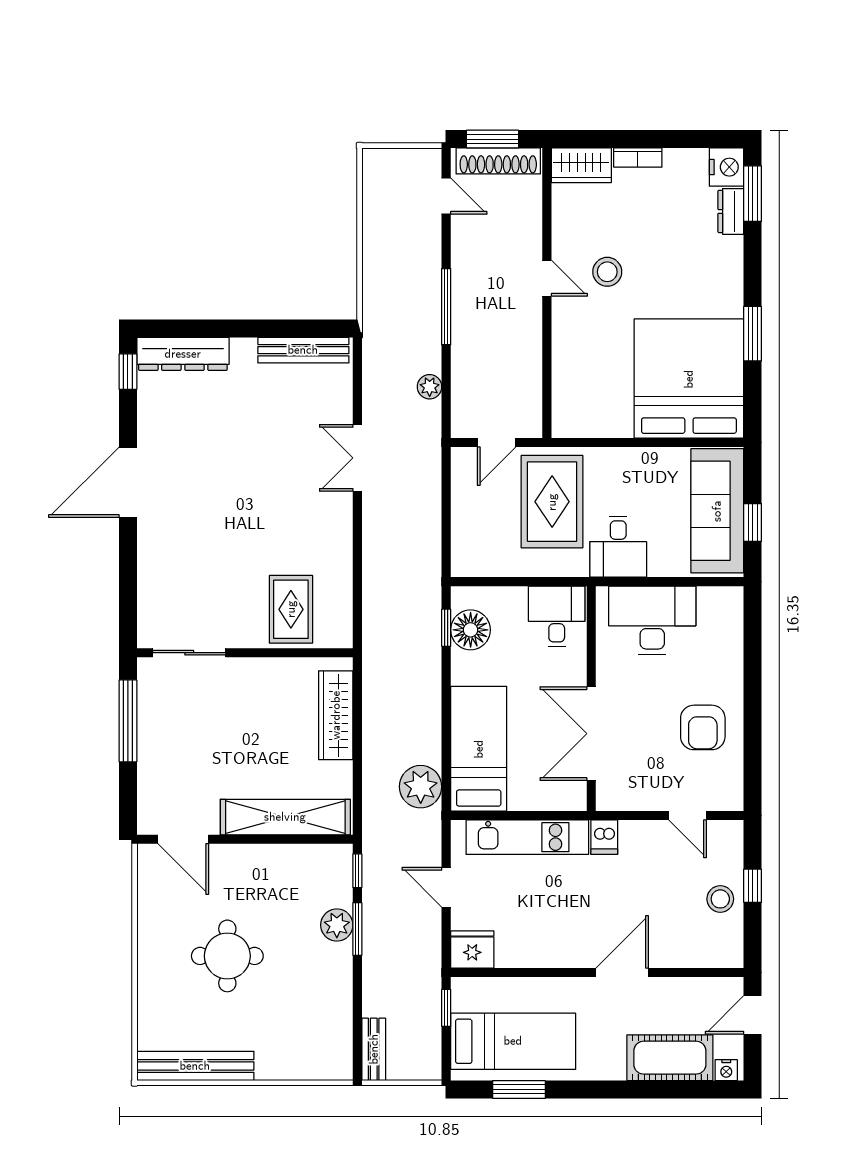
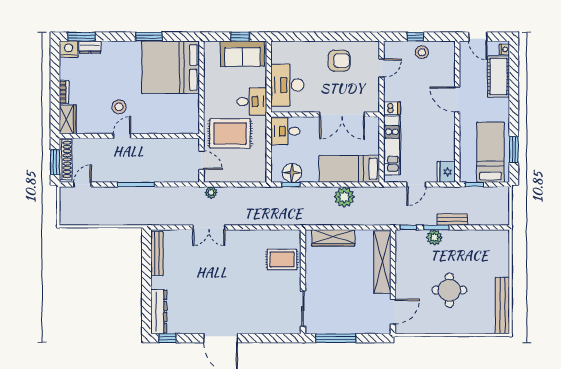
plant: (430, 387) -> (211, 193), moved
sofa: (717, 511) -> (242, 54), width x0.73
plant: (421, 787) -> (344, 197), moved
bench: (374, 1049) -> (452, 220), moved

